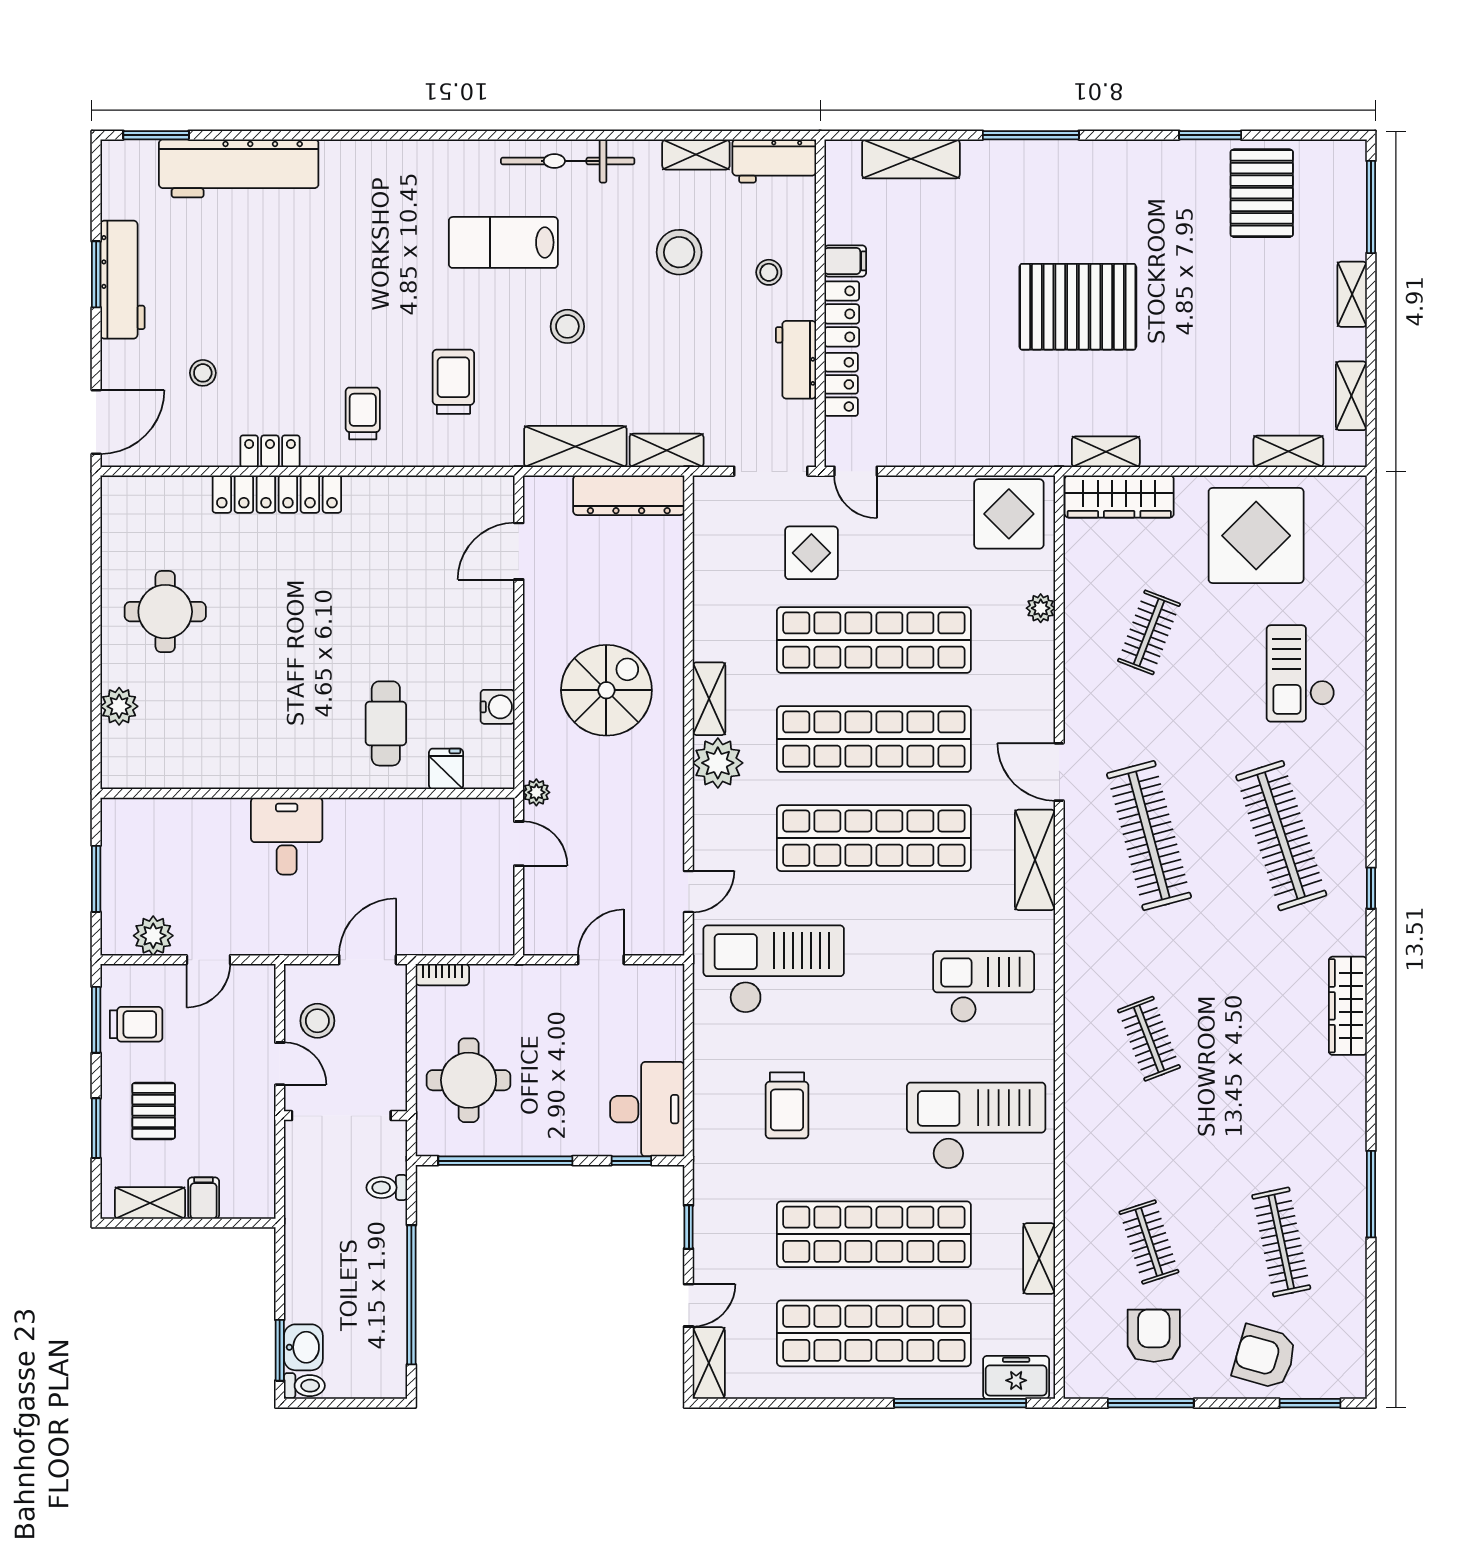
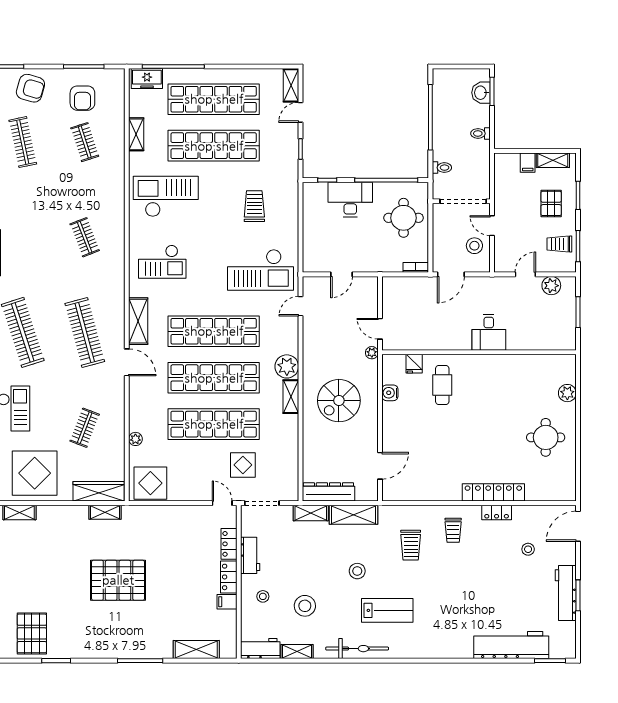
desk: (647, 1109) -> (350, 200), moved, turned 90
checkout: (976, 1126) -> (166, 196), turned 180
toilet: (304, 1386) -> (480, 133), moved

